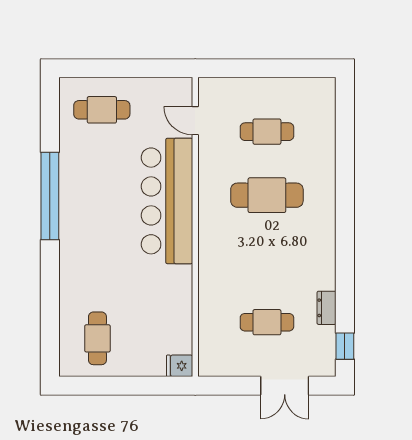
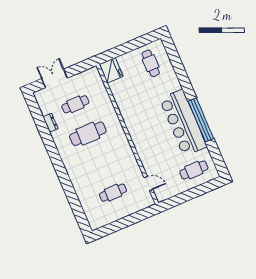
cafe table: (267, 195) -> (88, 134), moved
bar counter: (167, 201) -> (183, 123), moved, turned 180
window: (345, 346) -> (34, 109), removed
fridge: (180, 366) -> (111, 70), width x1.88, depth x1.34

